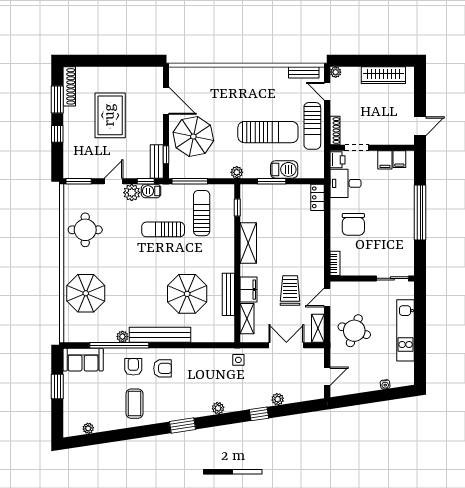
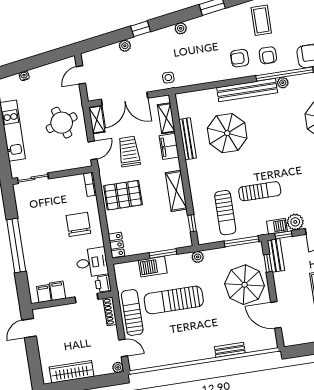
bench: (304, 72) -> (230, 350), moved
pallet: (303, 247) -> (123, 195), added
trolley: (290, 291) -> (129, 152), turned 180
round table: (354, 331) -> (62, 123), turned -36
double door: (286, 345) -> (125, 99), width x1.37

